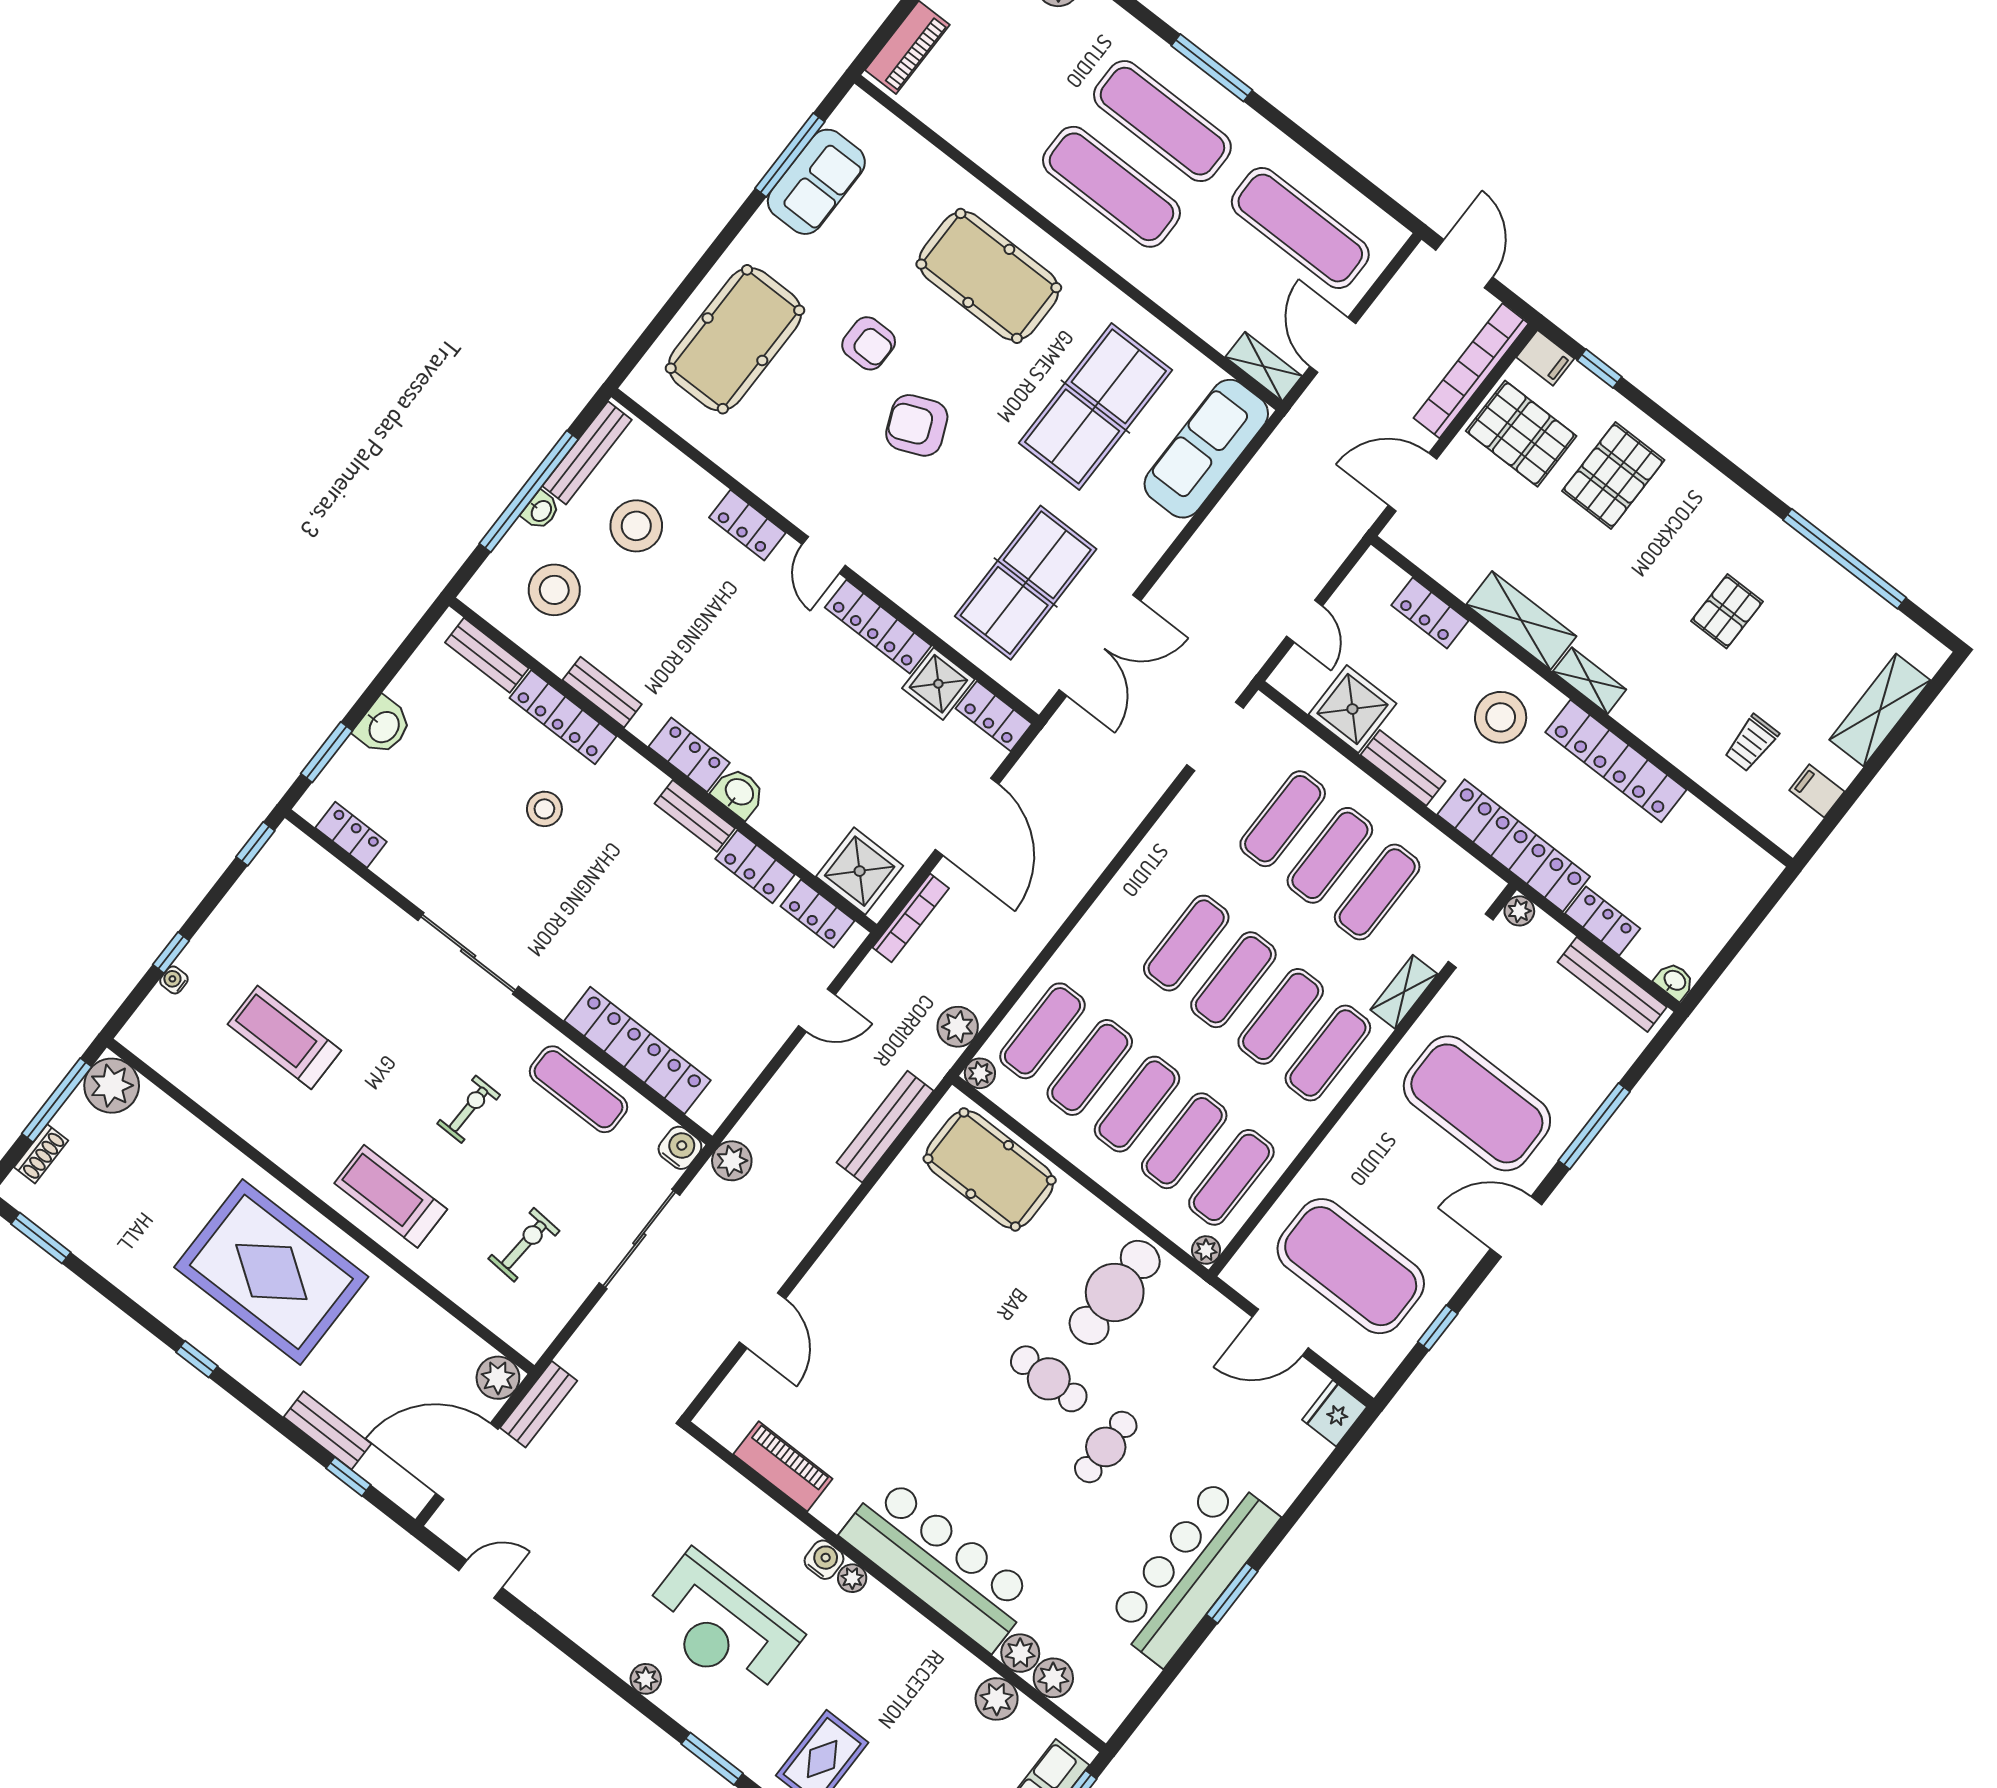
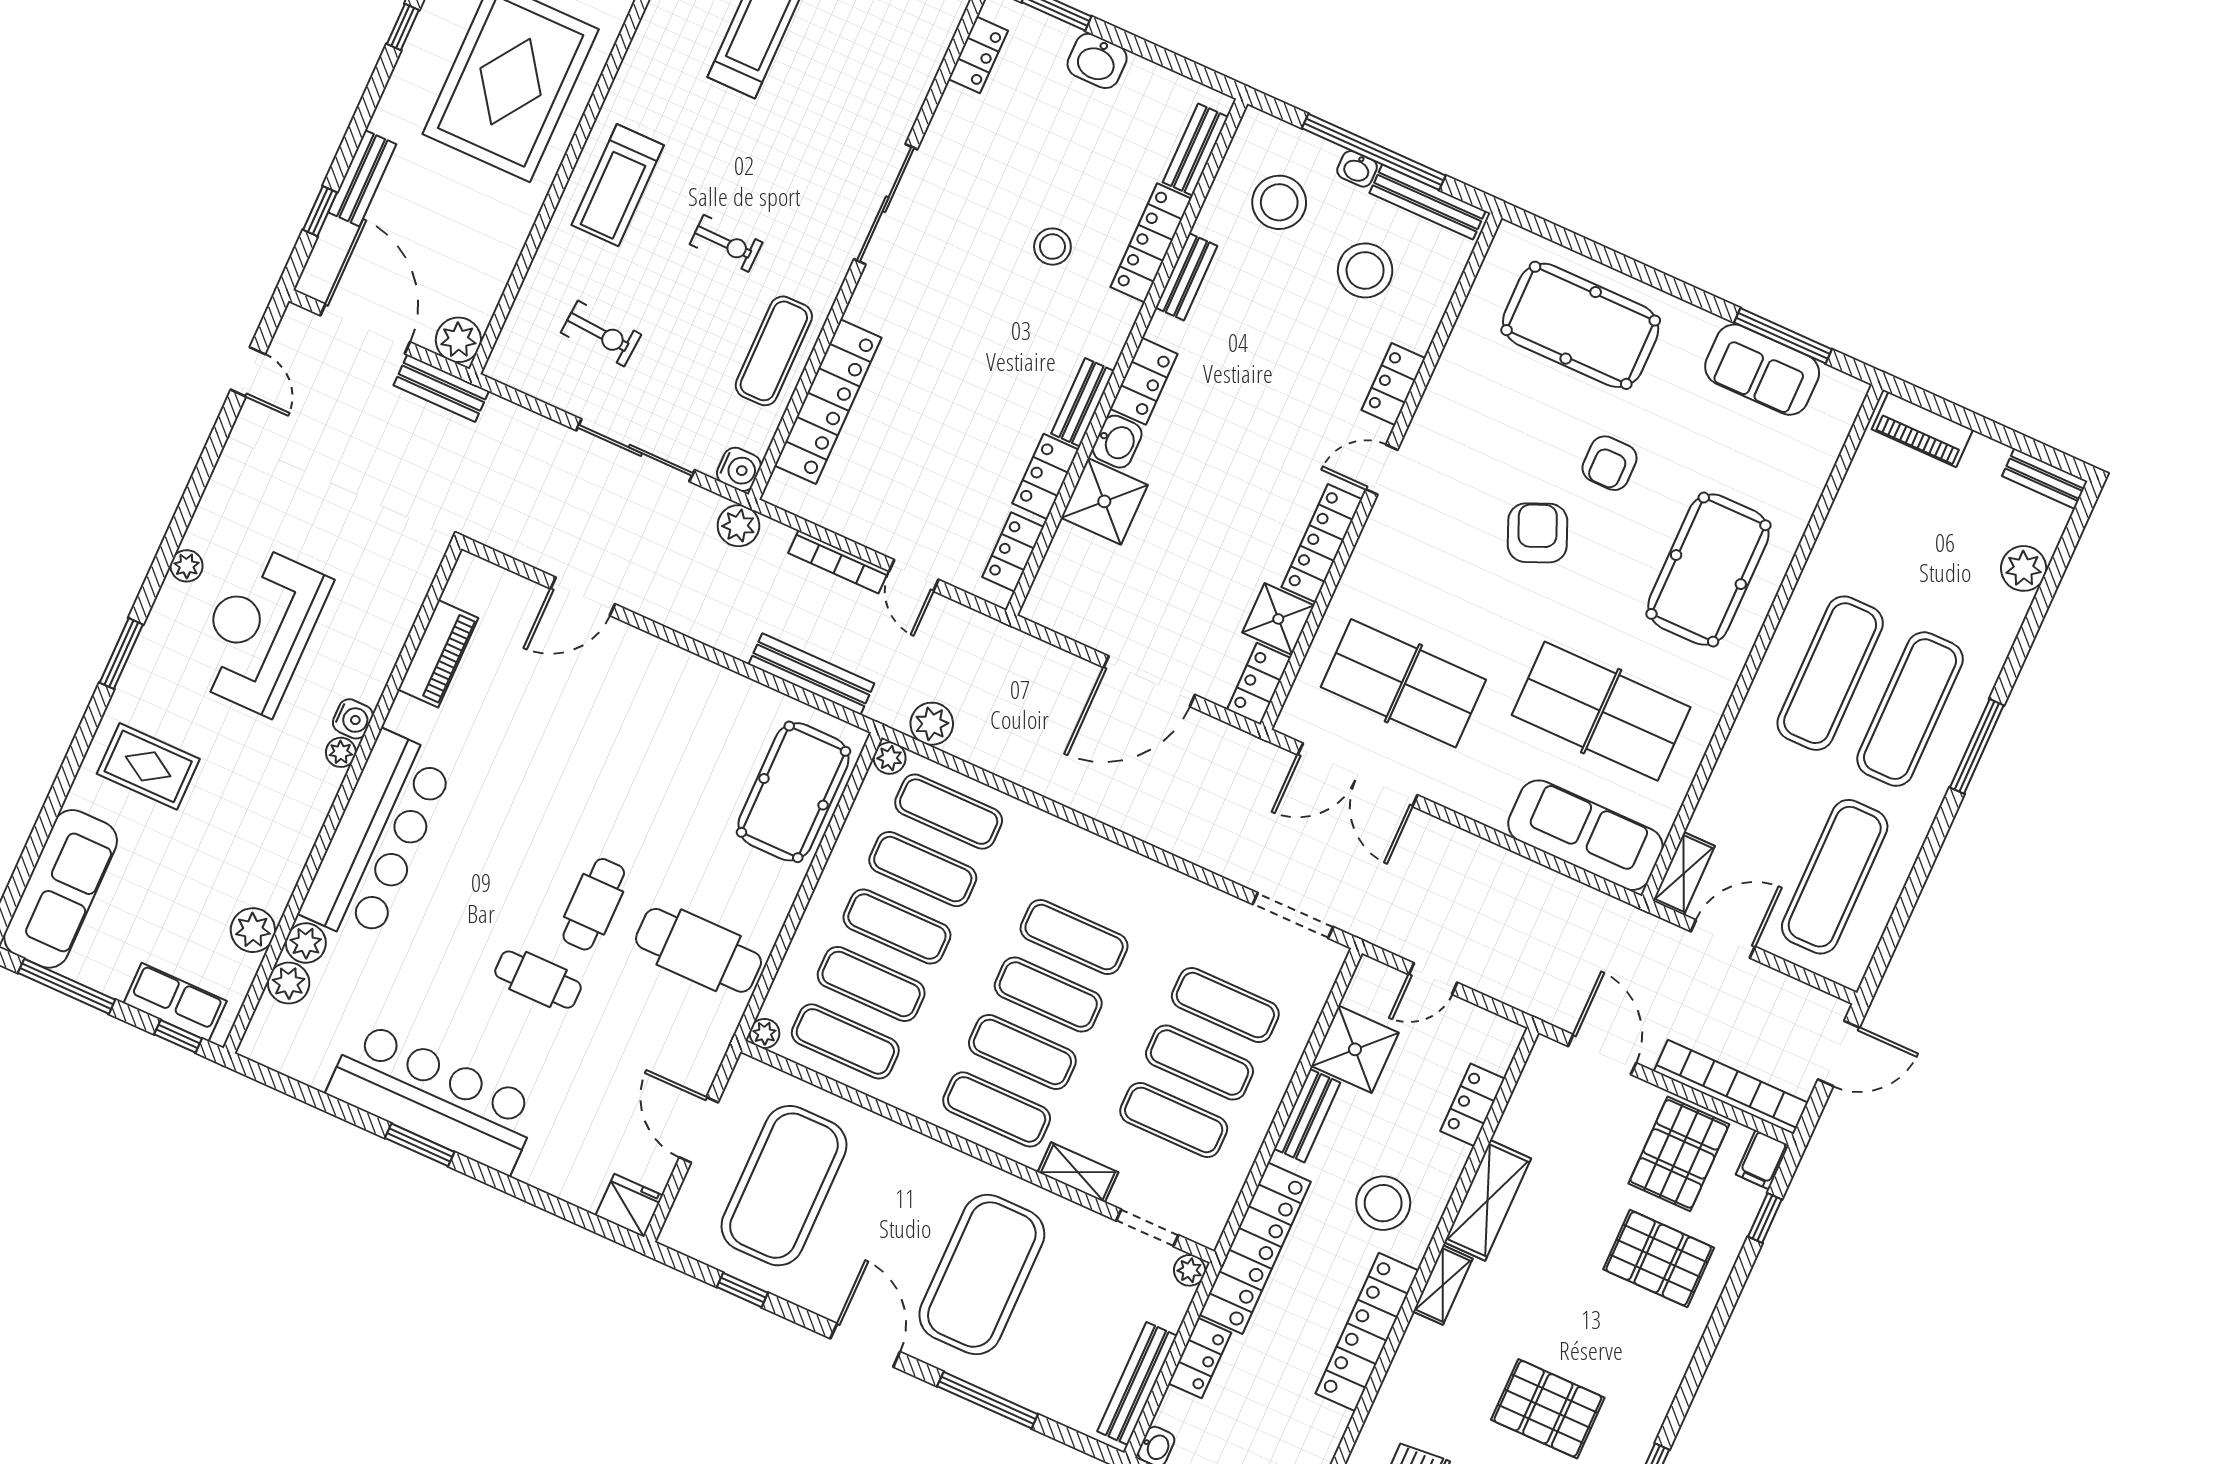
pallet: (1727, 611) -> (1548, 1409), width x1.50, depth x1.42
shower: (860, 871) -> (1104, 501), moved
bookcase: (911, 918) -> (839, 562), moved
treadmill: (391, 1196) -> (618, 185), turned 180

